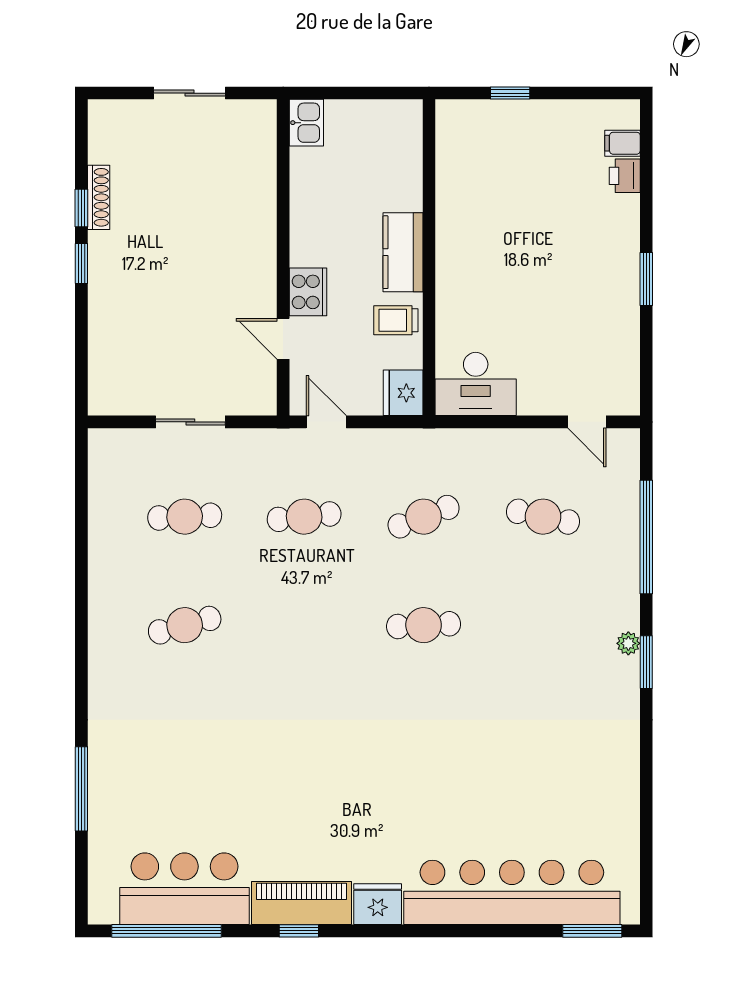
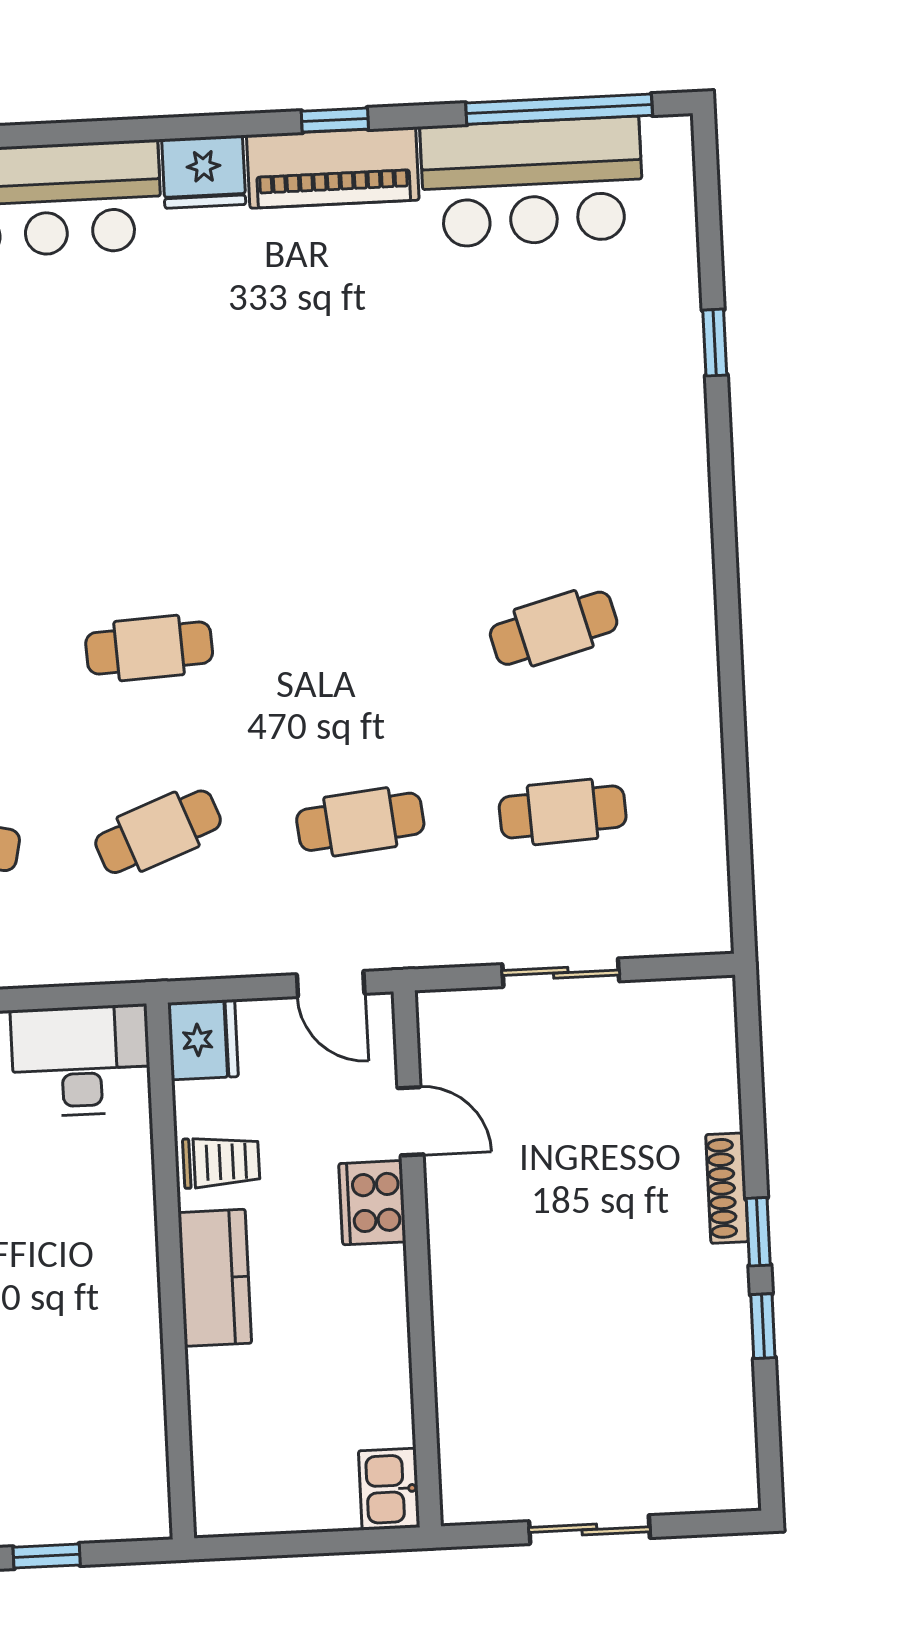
shoe rack: (99, 197) -> (727, 1188), moved
window: (81, 789) -> (715, 343), width x0.46

